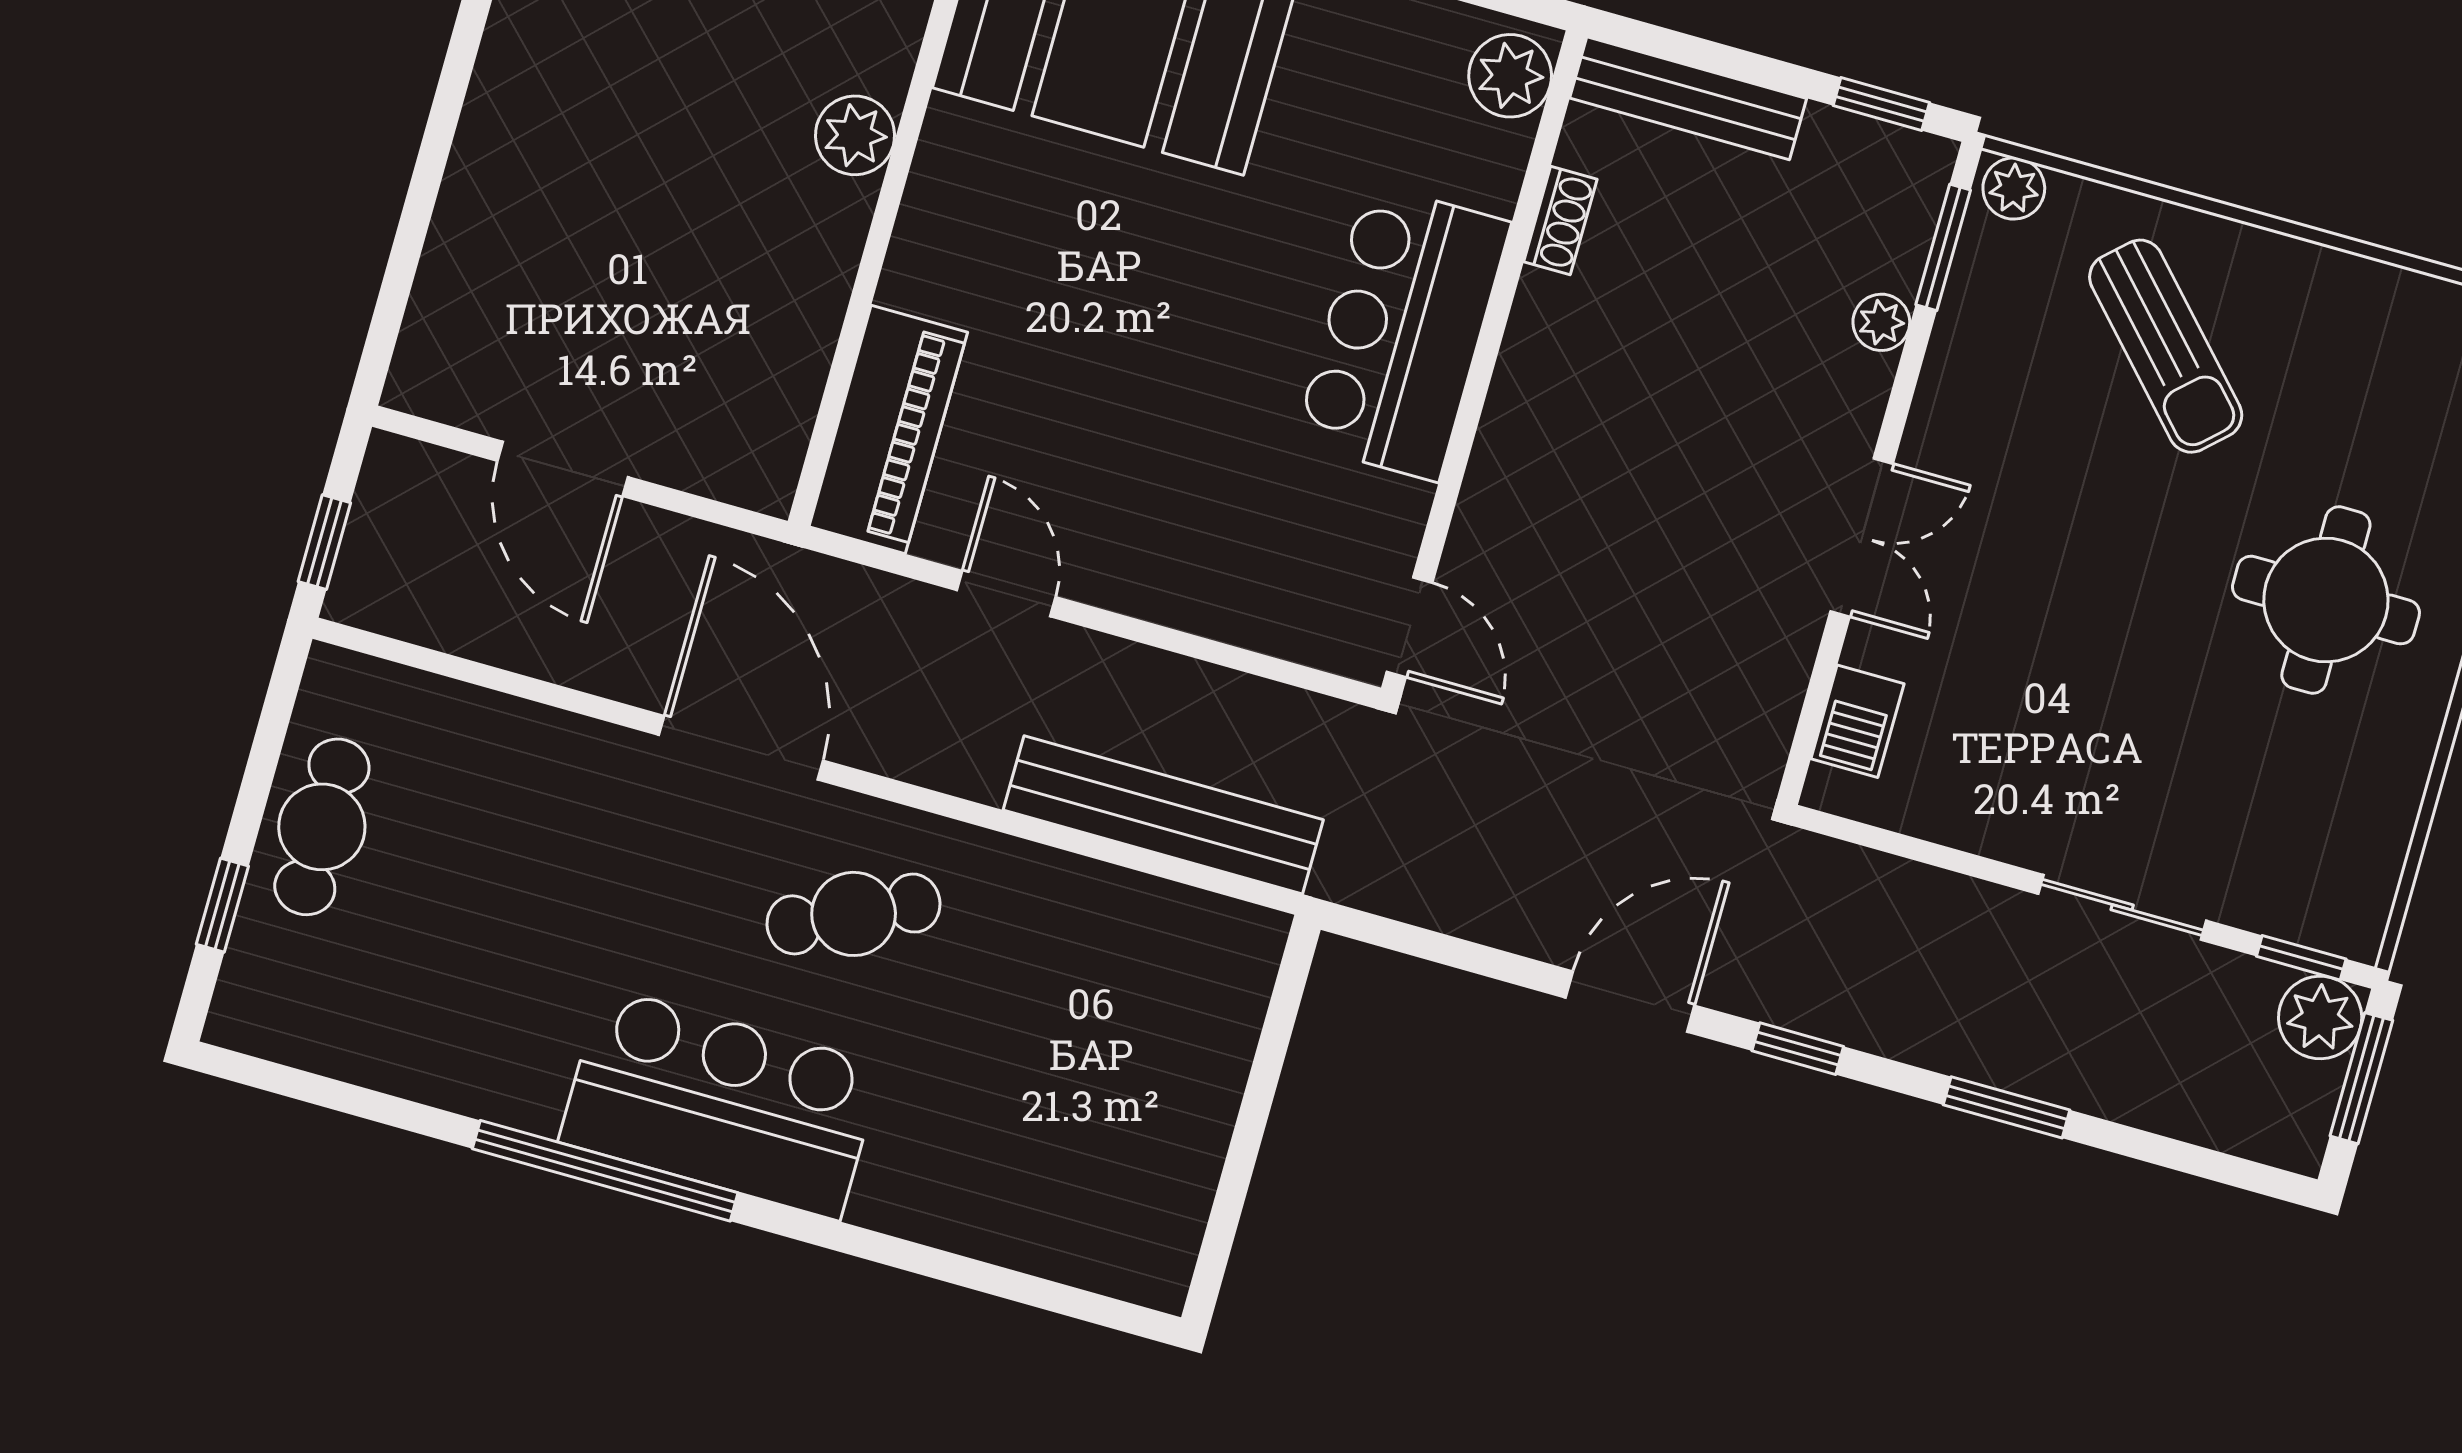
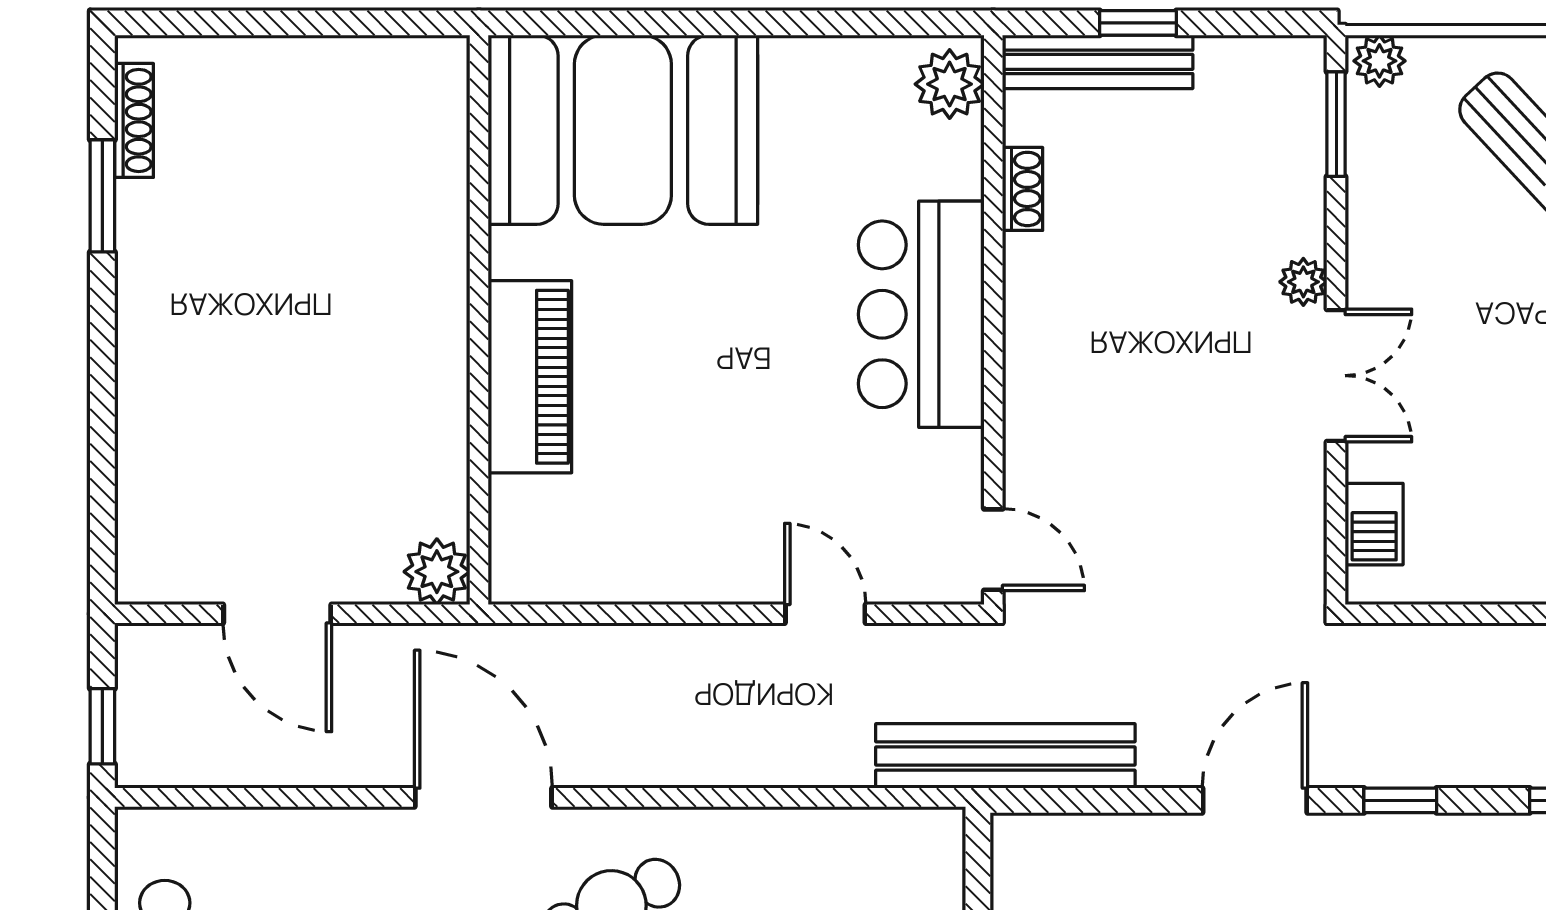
window: (1881, 104) -> (1138, 23), moved
plant: (855, 135) -> (437, 572), moved
plant: (1881, 322) -> (1303, 282), moved
piano: (888, 429) -> (530, 377), moved
door: (1006, 594) -> (825, 614), moved
bench: (1163, 815) -> (1005, 756), moved

